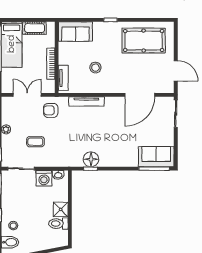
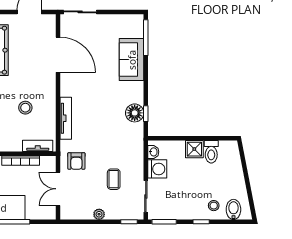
sofa: (156, 157) -> (132, 60), moved

